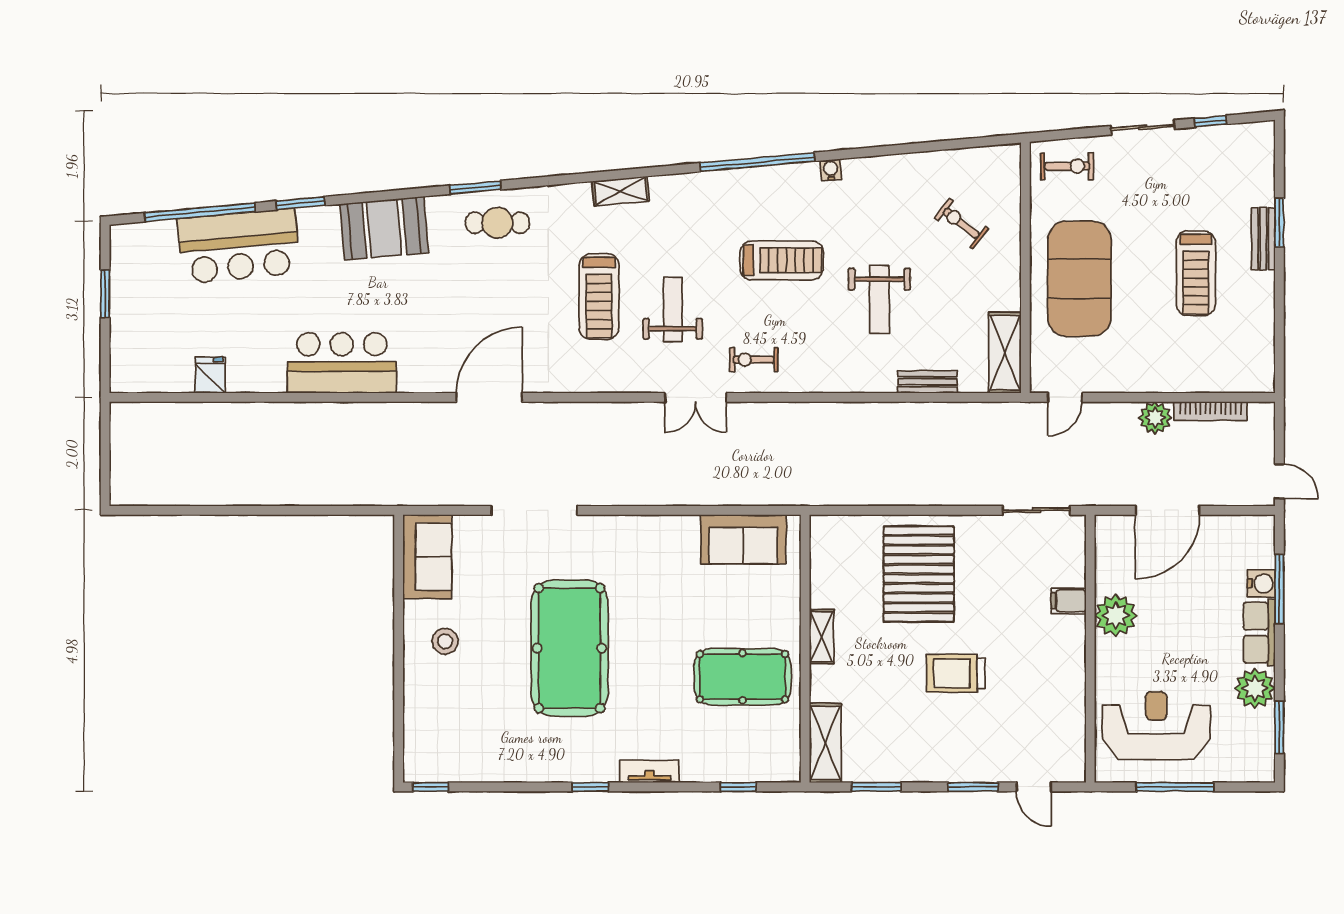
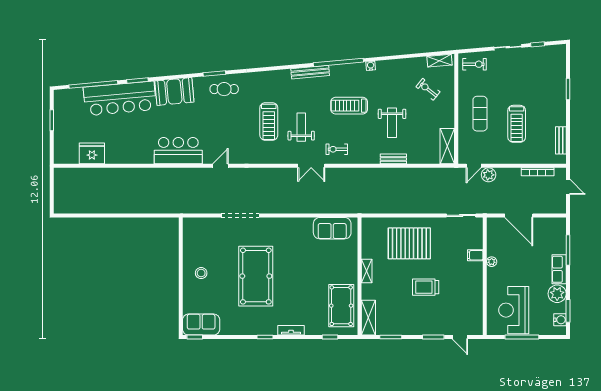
bench: (693, 184) -> (310, 72), added
shelving: (621, 191) -> (439, 61), moved
bench: (1263, 239) -> (561, 140), moved
bar counter: (239, 246) -> (120, 98), width x1.36
treadmill: (782, 260) -> (349, 106), turned 180
treadmill: (1196, 273) -> (517, 124), moved
exercise mat: (1079, 279) -> (480, 114), width x0.50, depth x0.69
bar counter: (342, 363) -> (178, 151), moved
fridge: (210, 375) -> (92, 153), width x1.88, depth x1.34
bench: (927, 382) -> (393, 159), moved
door: (489, 397) -> (220, 166), width x0.53
plant: (1155, 418) -> (489, 175), moved
door: (1279, 481) -> (568, 187), moved
door: (1168, 510) -> (519, 215), hinge flipped
sofa: (427, 557) -> (201, 325), moved, turned -90
pallet: (919, 574) -> (409, 243), turned 90
water cooler: (1261, 583) -> (560, 320), moved
plant: (1116, 615) -> (492, 262), width x0.53, depth x0.53
pool table: (742, 677) -> (341, 306), moved, turned 90
reception desk: (1156, 725) -> (514, 310), turned -90

